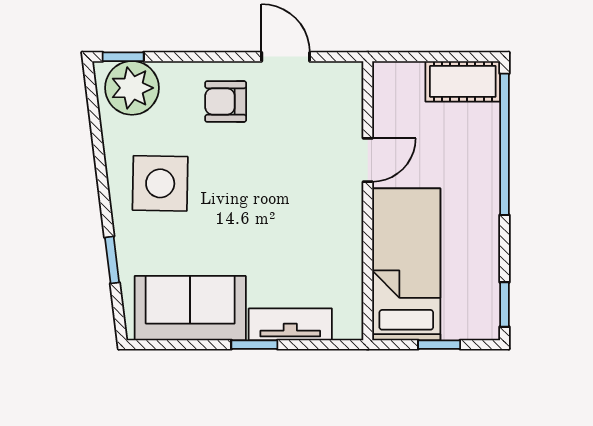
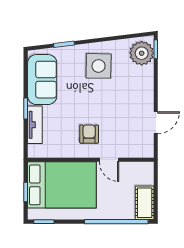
armchair: (226, 102) -> (89, 134), moved
bed: (406, 264) -> (62, 185), width x1.50

